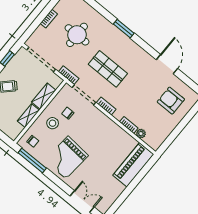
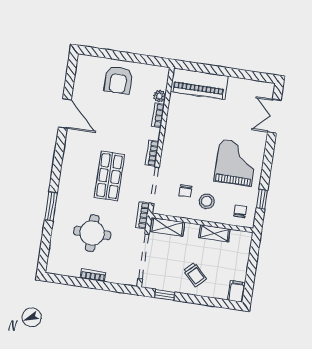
window: (124, 29) -> (51, 207), moved
door: (167, 64) -> (65, 113), swing flipped
shelving: (44, 96) -> (168, 227), moved
armchair: (171, 101) -> (118, 80), moved
grand piano: (67, 158) -> (236, 163), turned -95
window: (32, 161) -> (262, 199), width x0.46

